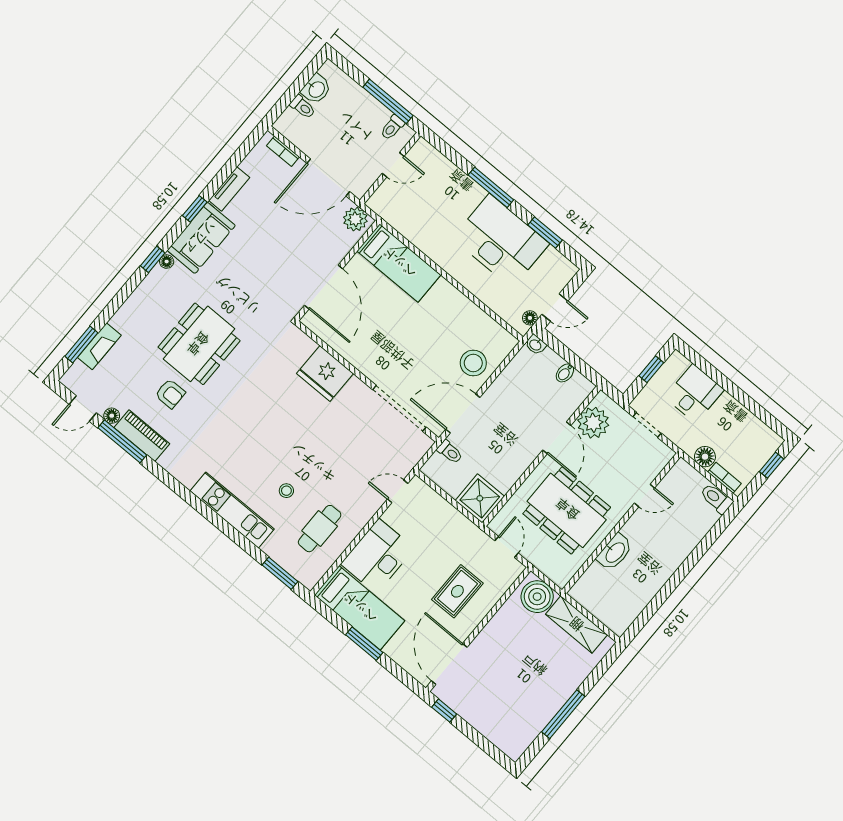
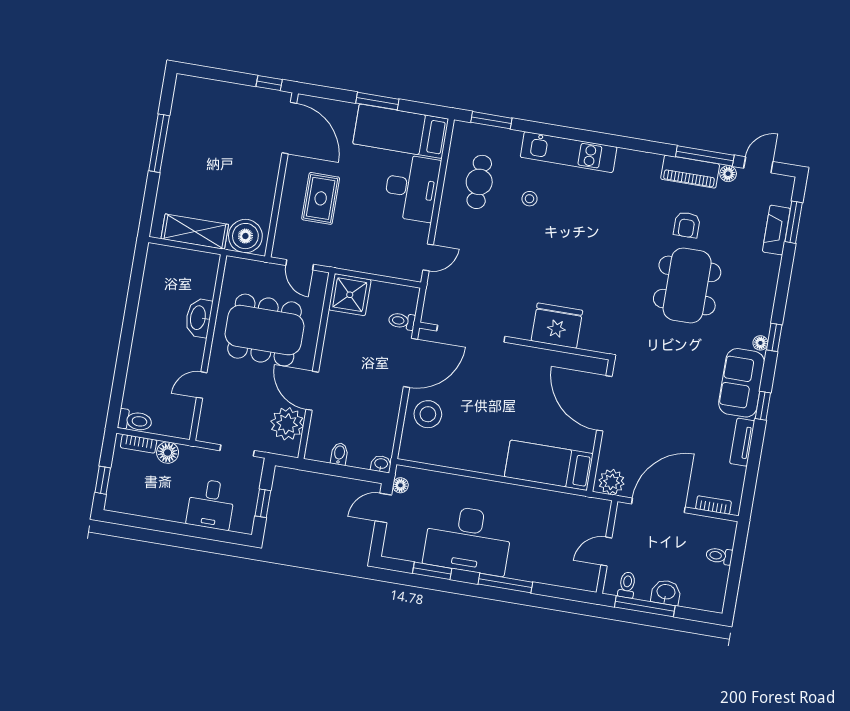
washbasin: (316, 89) -> (666, 592), moved, turned 90
armchair: (170, 394) -> (687, 225), turned -90

